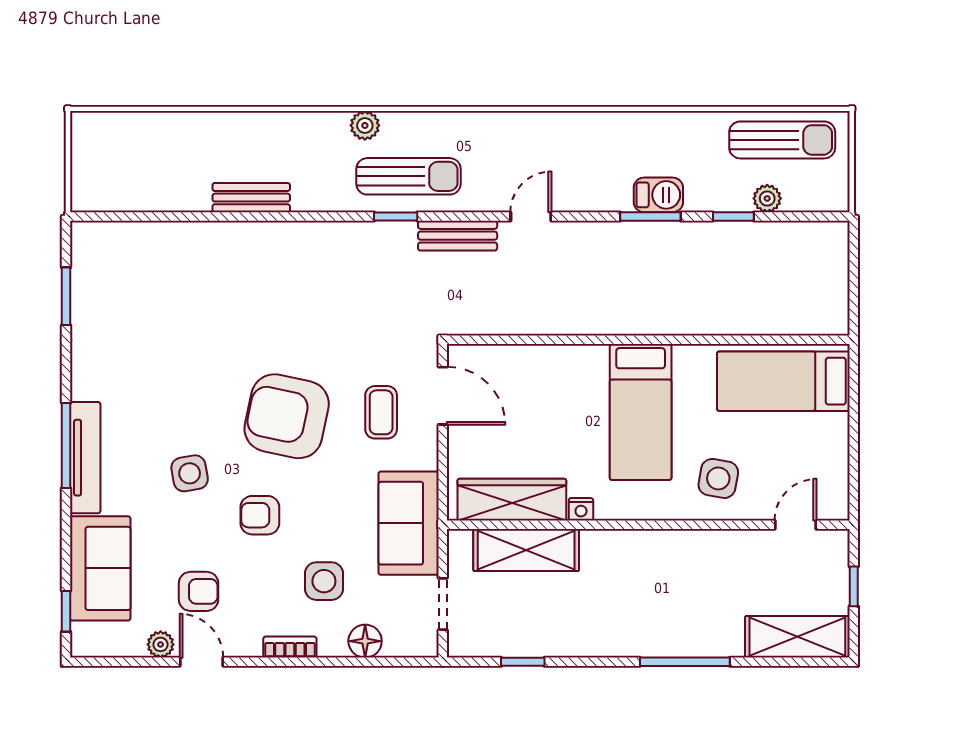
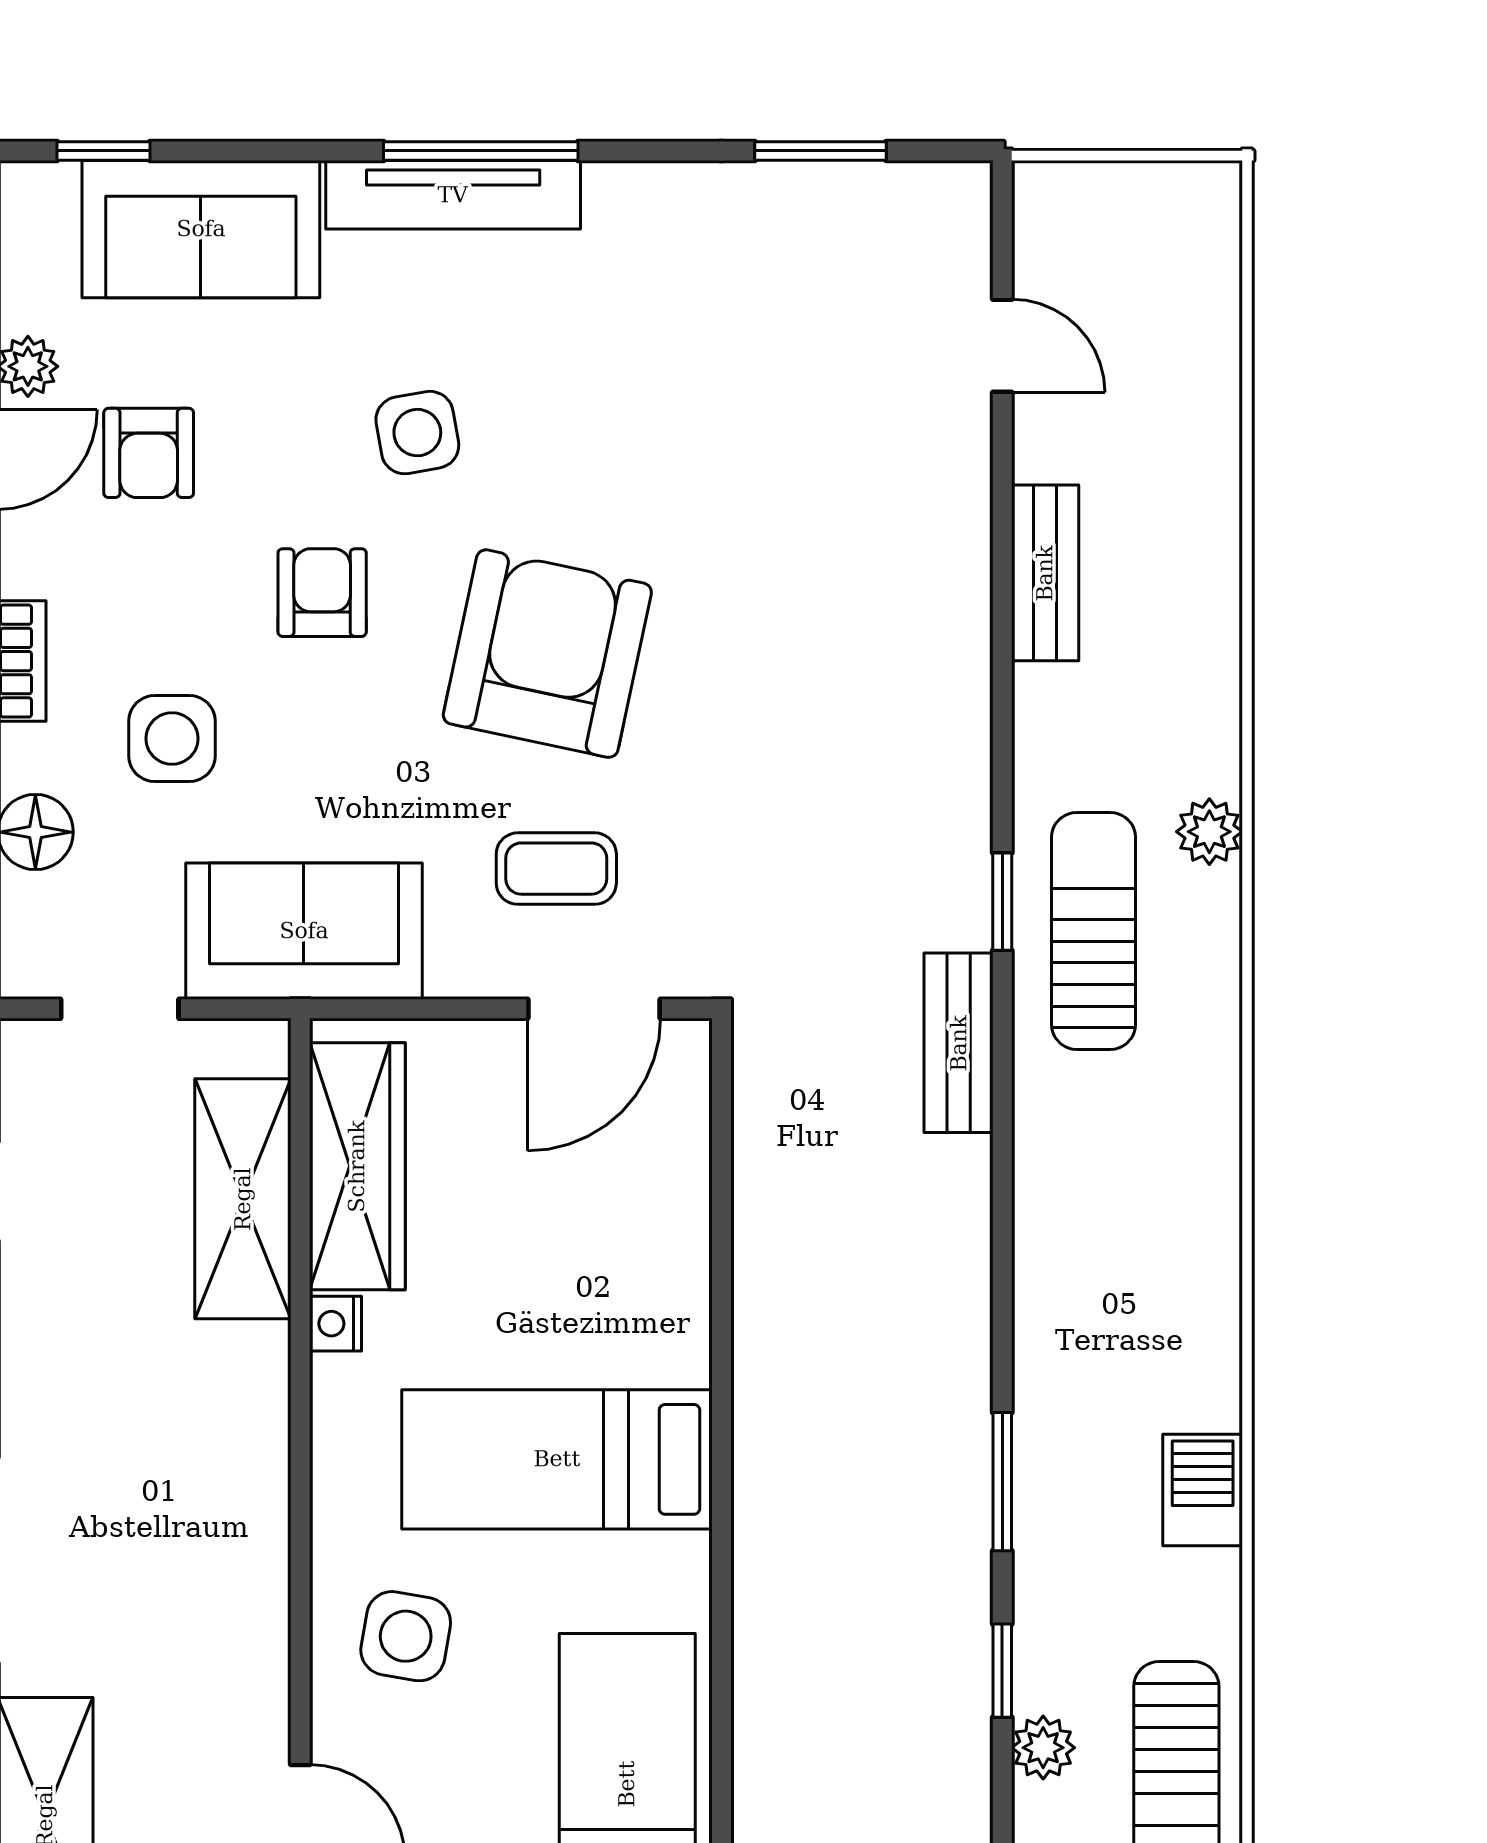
sun lounger: (408, 176) -> (1094, 931), turned 180
barbecue: (658, 195) -> (1203, 1490), moved, turned 180
door: (531, 216) -> (1002, 346), moved

